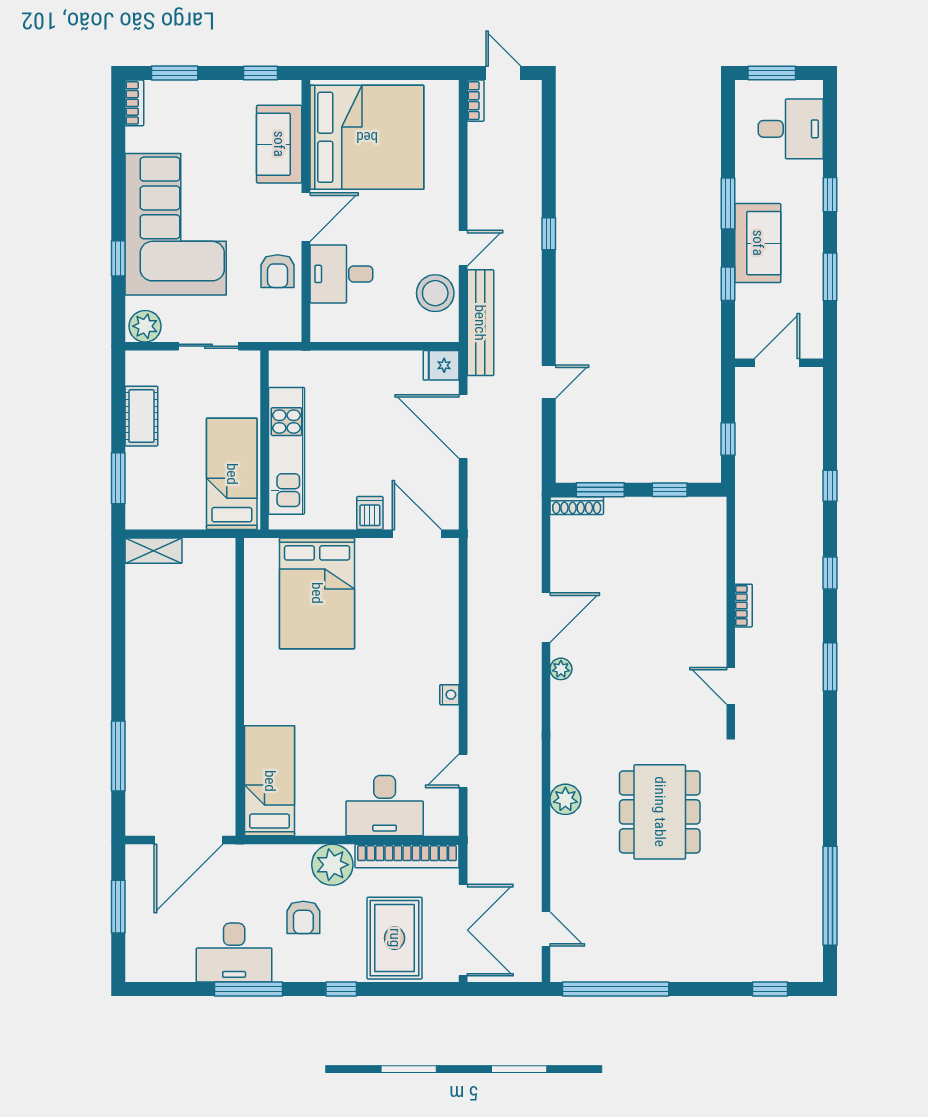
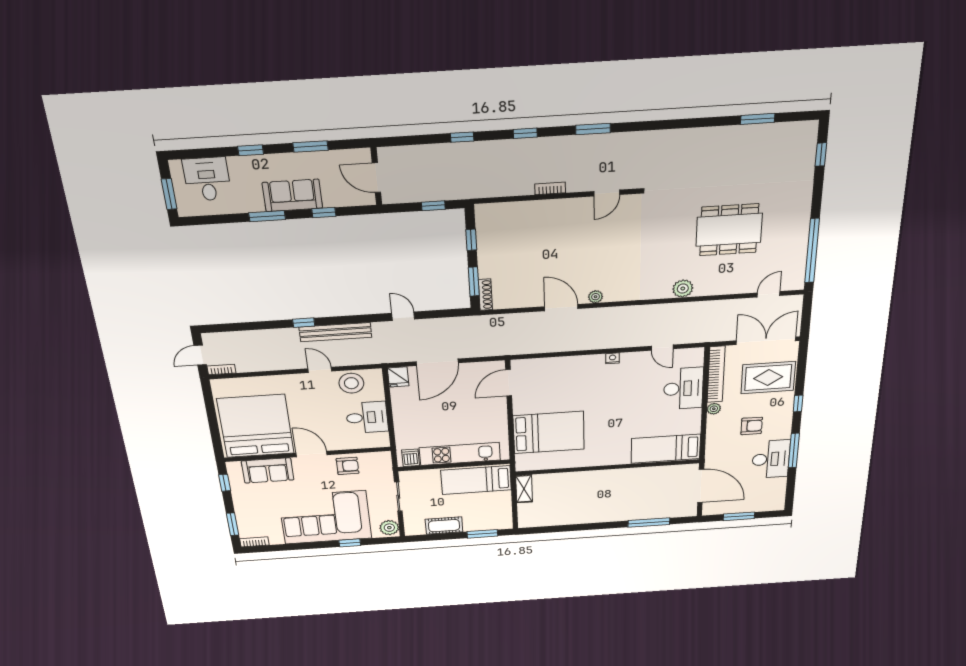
desk: (341, 274) -> (367, 417), moved, turned -90
bench: (480, 323) -> (335, 332), moved
dishwasher: (370, 513) -> (411, 458), moved, turned 90
shelving: (154, 551) -> (524, 489), moved
dining table: (660, 812) -> (729, 230), moved
plant: (332, 865) -> (714, 409), width x0.53, depth x0.53
window: (830, 896) -> (758, 119), width x0.47

